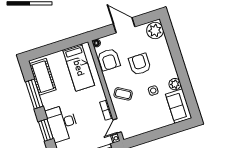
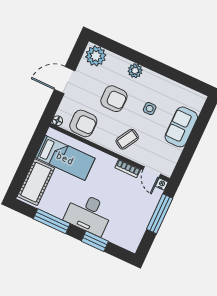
armchair: (140, 64) -> (114, 99), turned 180
cot: (43, 77) -> (36, 182), moved, turned 90
plant: (175, 84) -> (135, 71), moved
sofa: (179, 106) -> (181, 127), moved, turned 90
desk: (62, 123) -> (89, 214), moved

